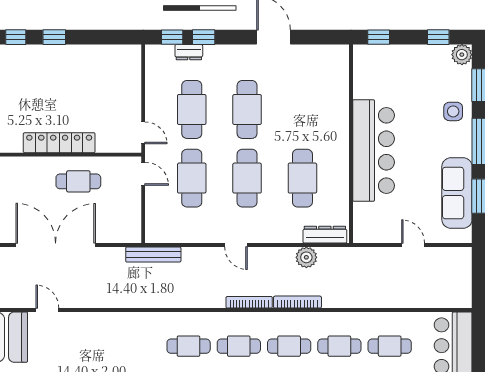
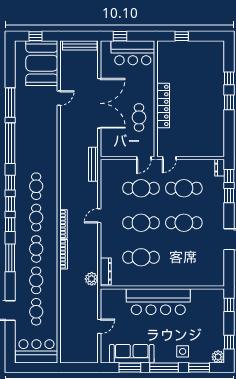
dresser: (189, 52) -> (220, 168), moved
plant: (306, 257) -> (92, 279), moved

